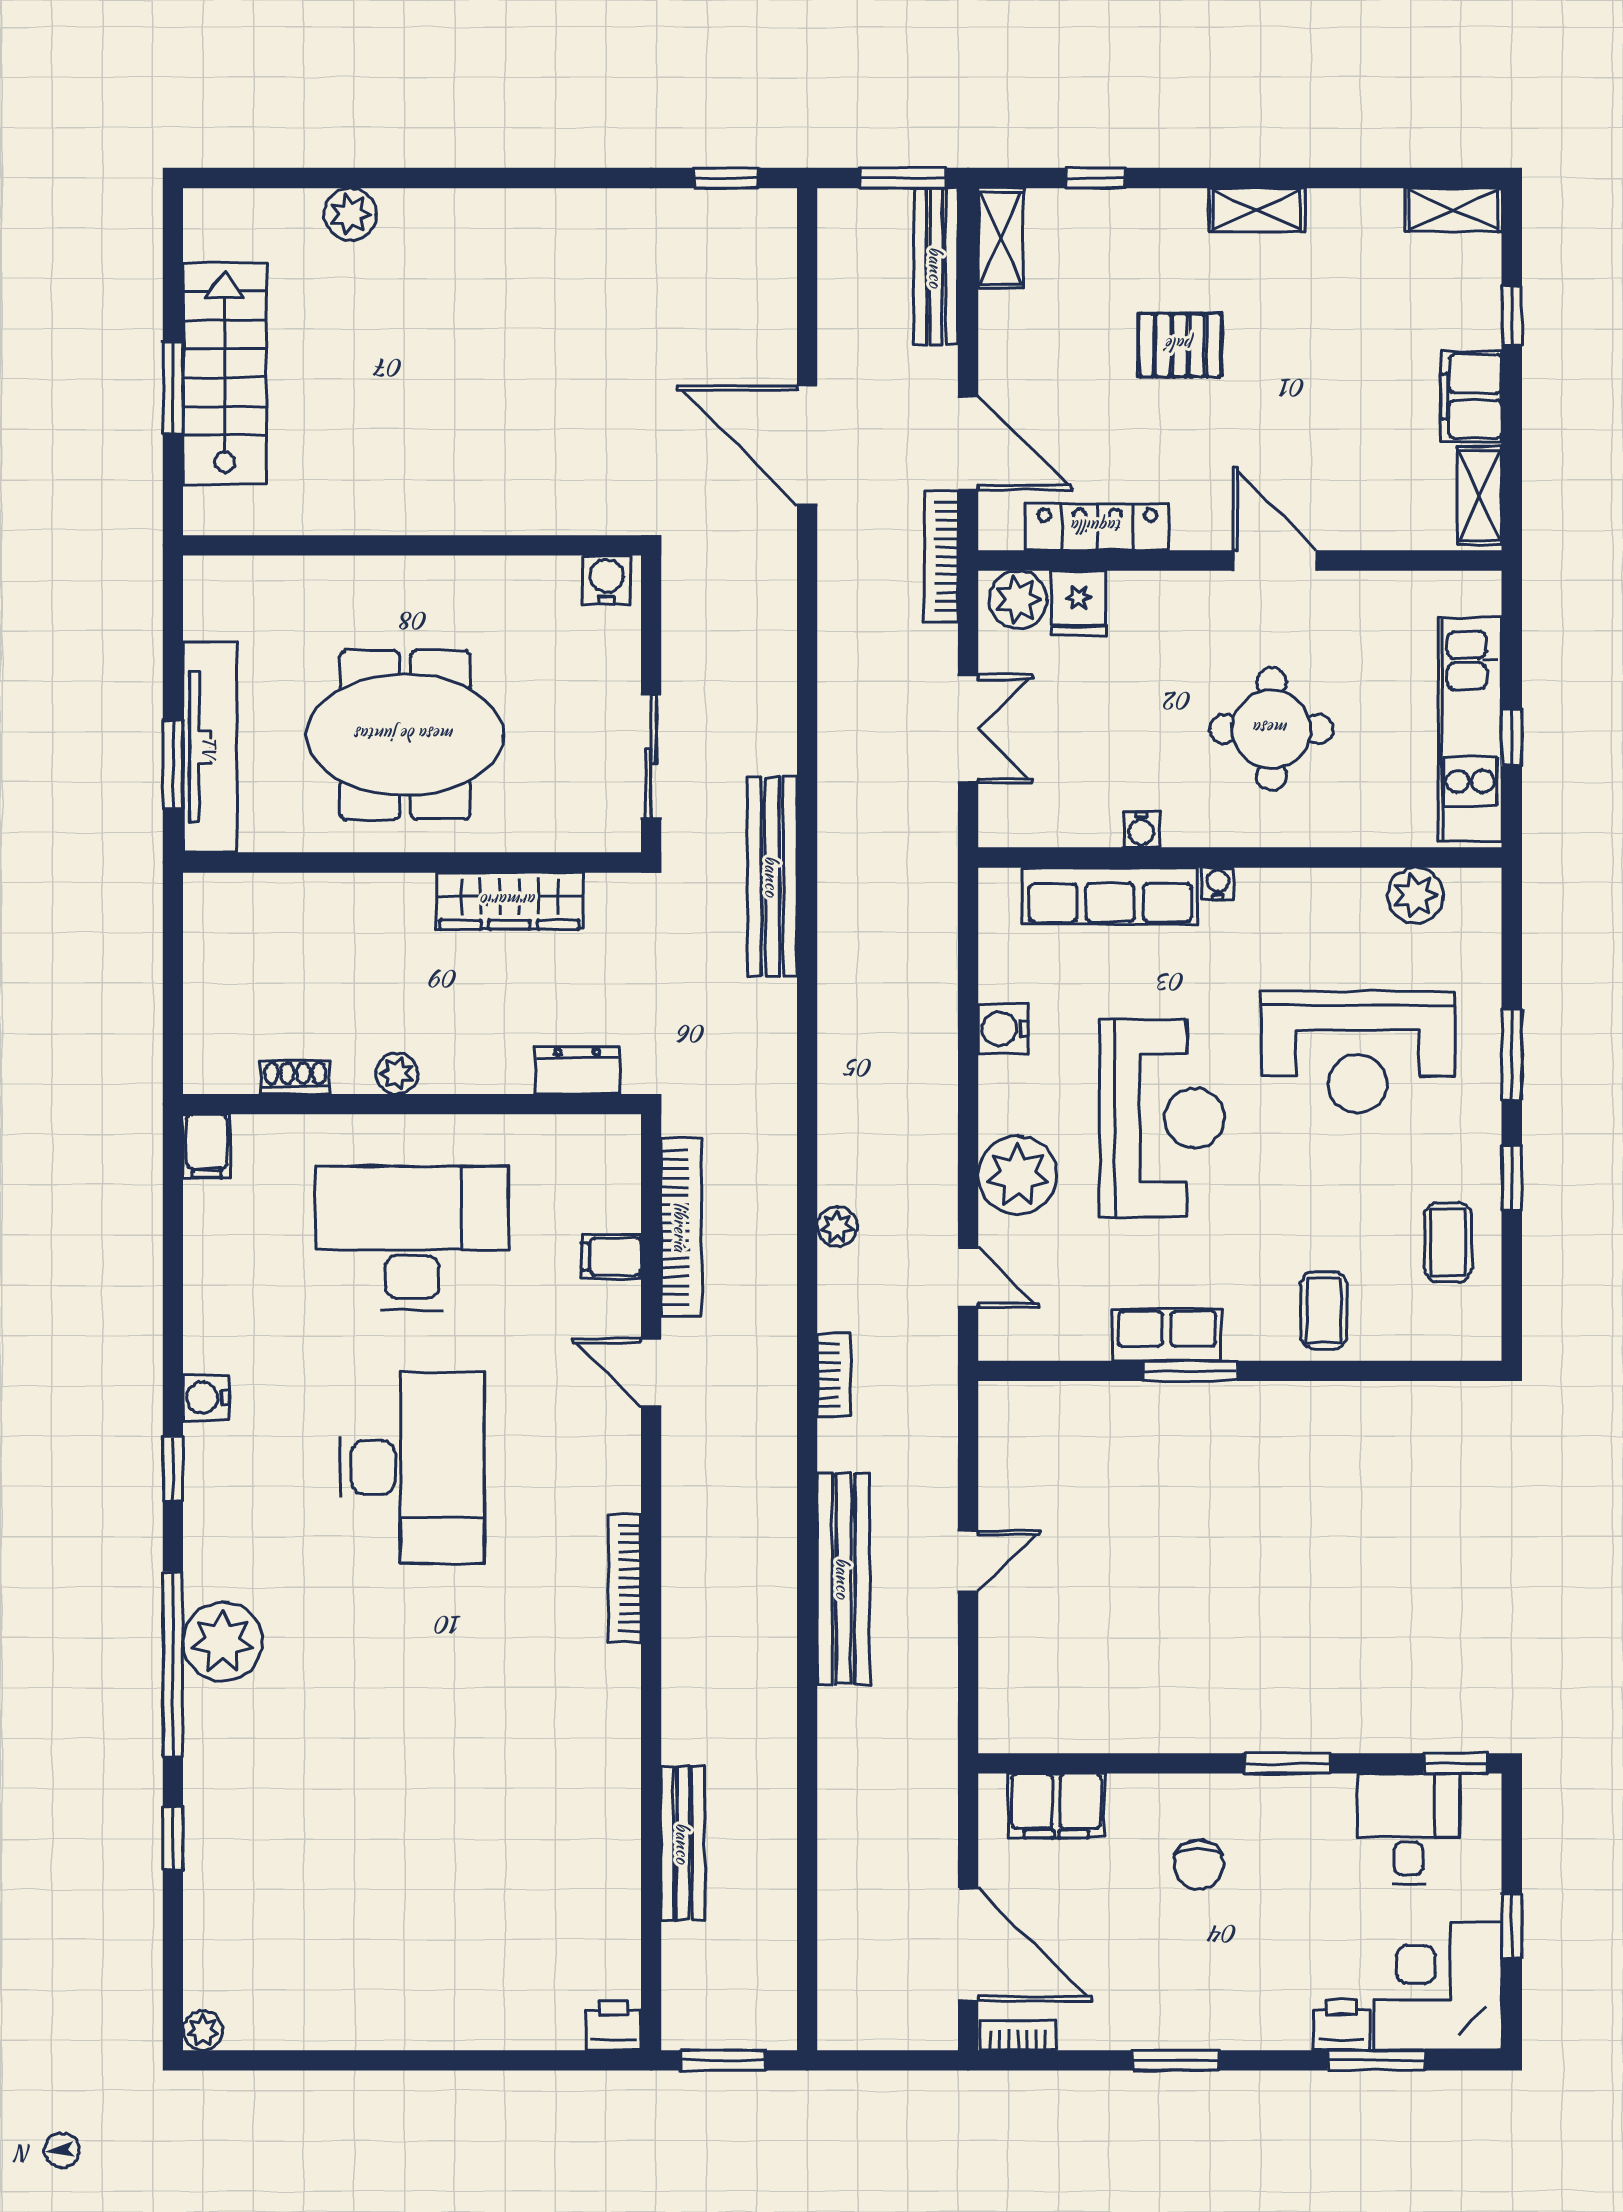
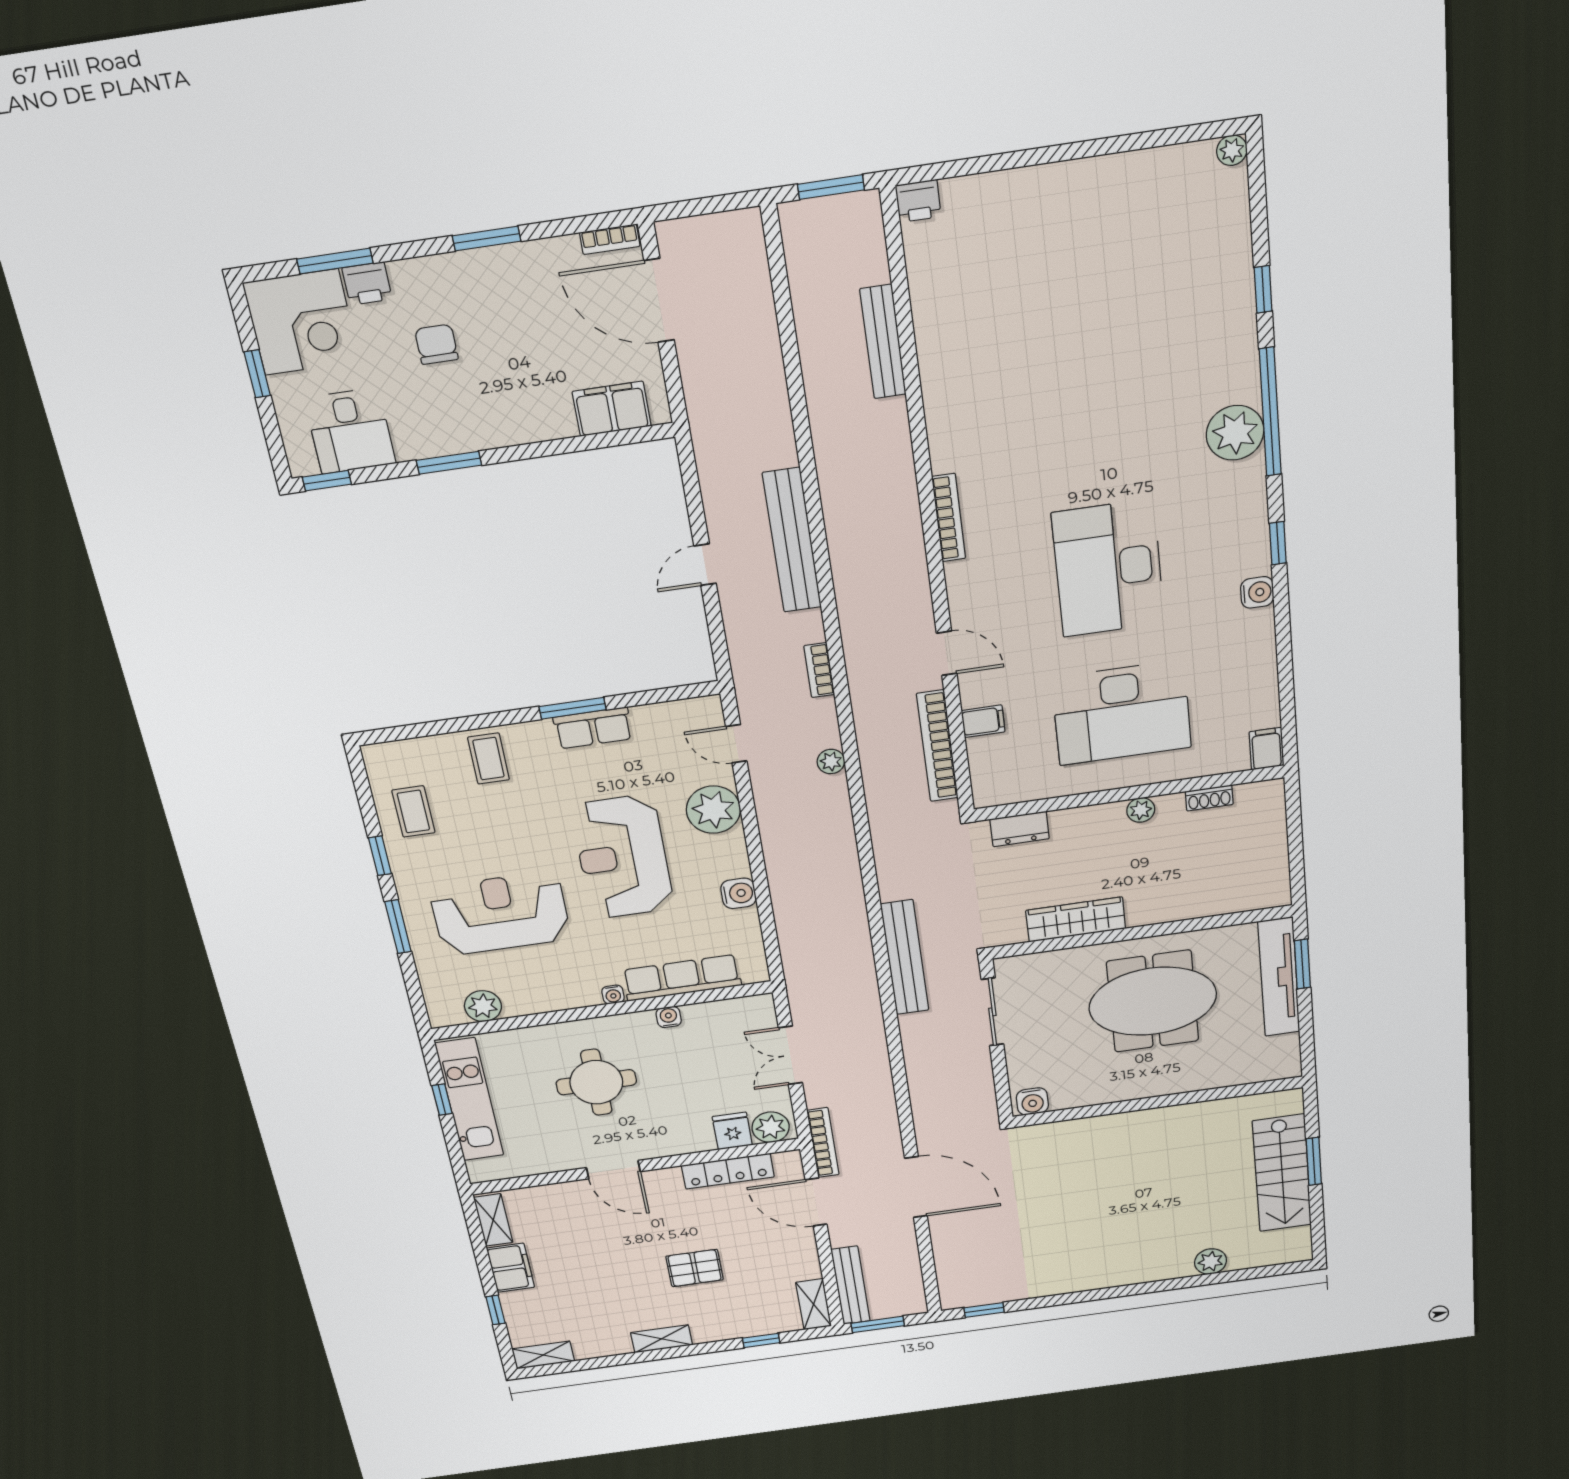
chair: (1199, 1865) -> (436, 344), moved

